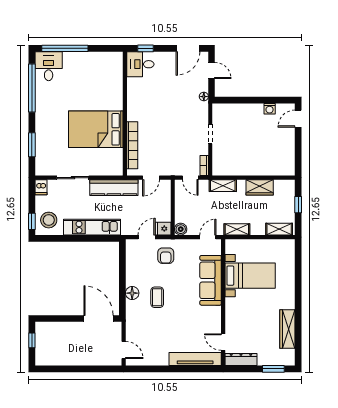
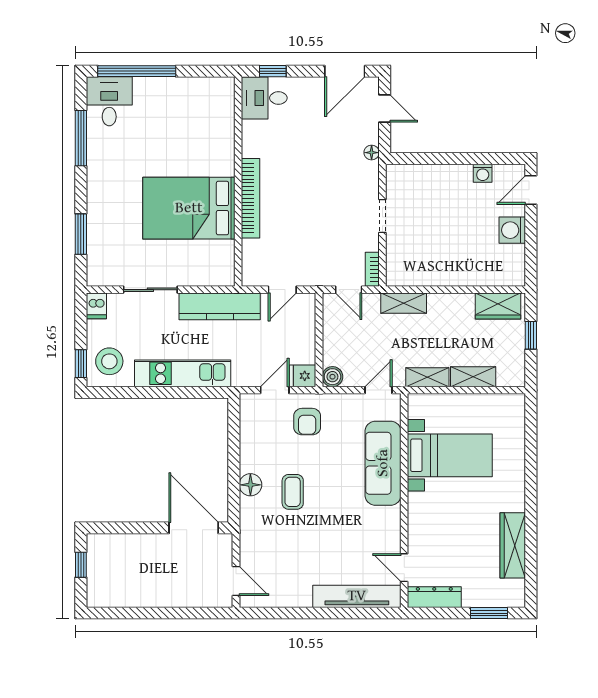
window: (32, 88) -> (81, 138), width x0.68
washing machine: (287, 142) -> (512, 230), added
bookcase: (132, 145) -> (251, 198), moved
wardrobe: (260, 187) -> (498, 306), moved
shelving: (279, 229) -> (473, 377), moved

